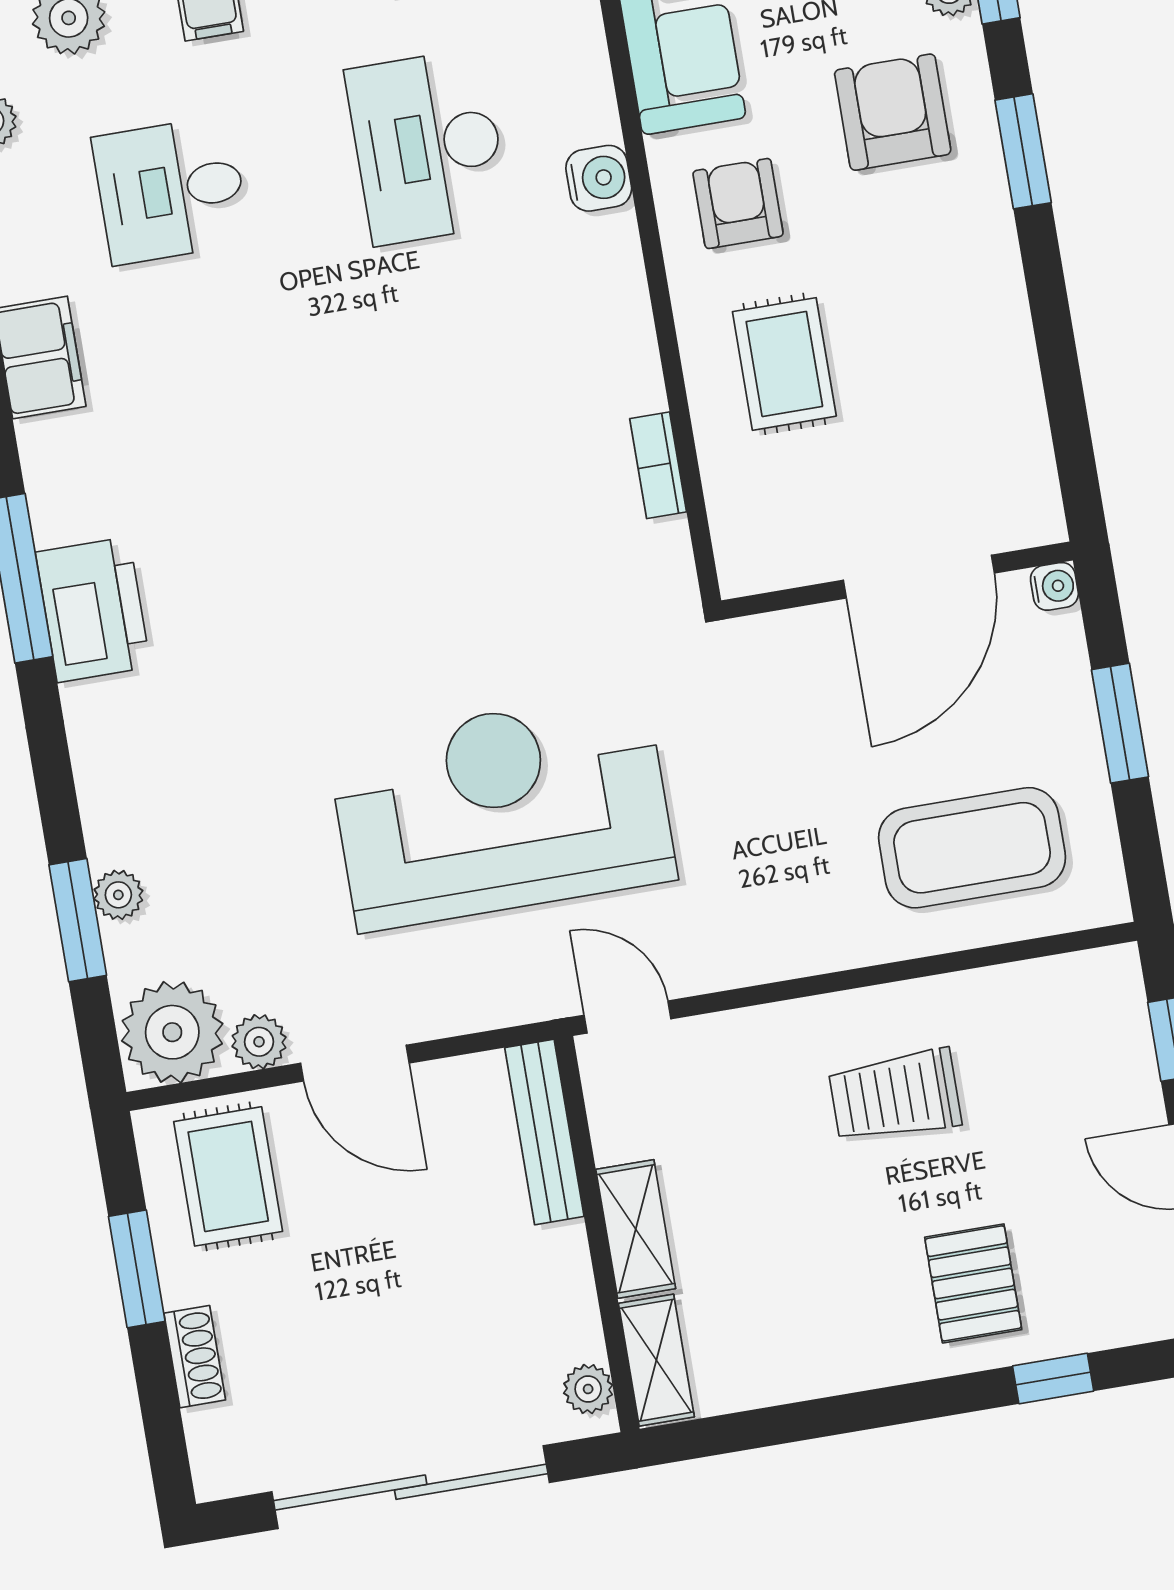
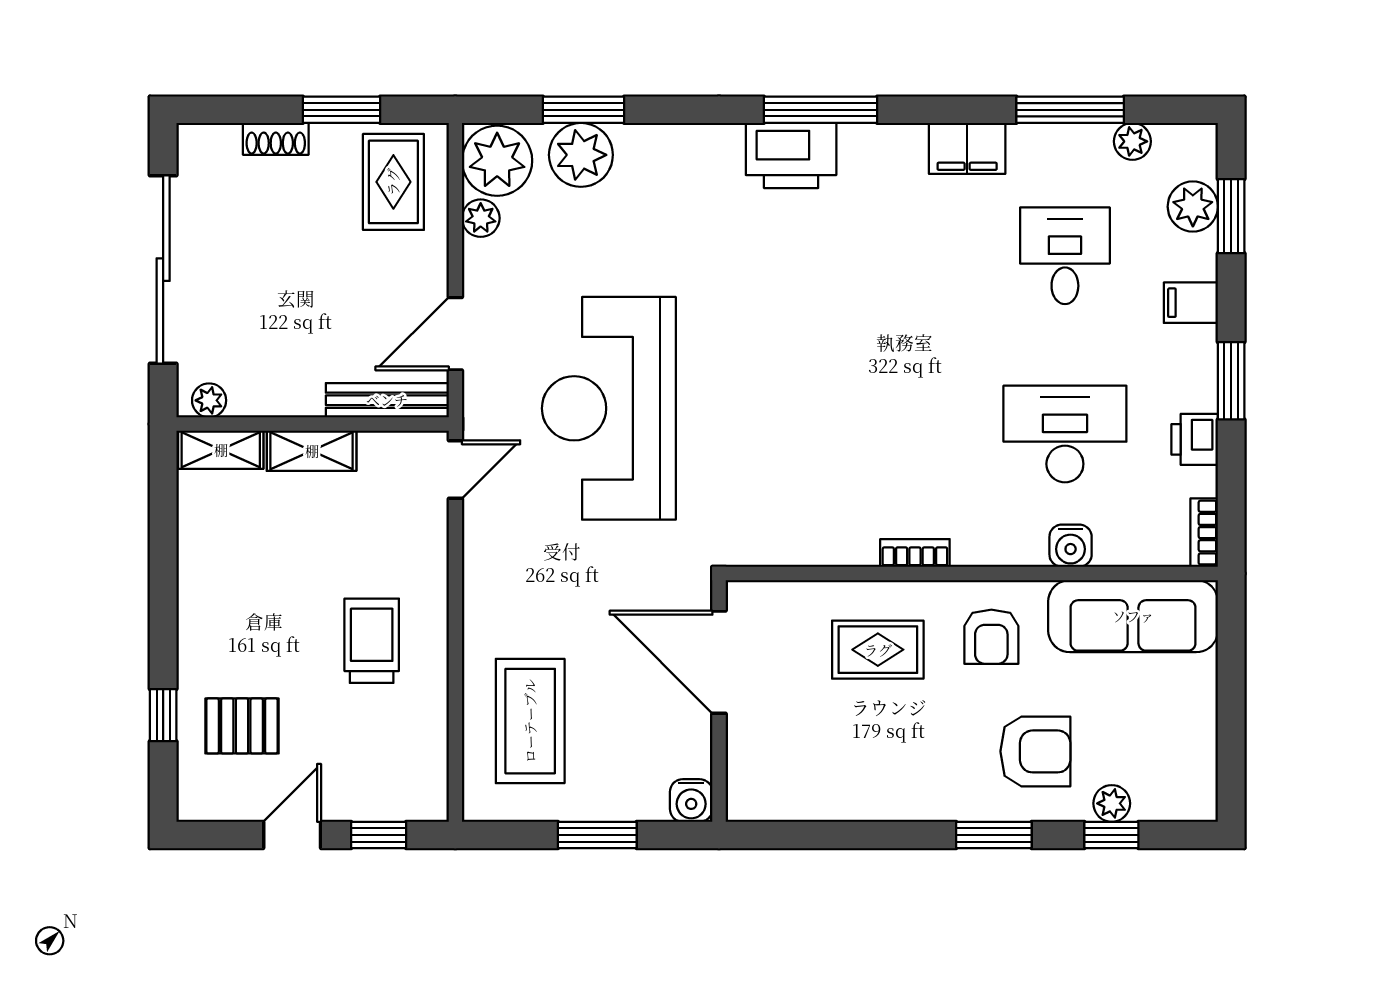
water cooler: (599, 178) -> (1071, 546), moved
armchair: (738, 203) -> (991, 637), turned 90
bookcase: (658, 465) -> (915, 553), moved
door: (919, 577) -> (719, 662), moved
water cooler: (1054, 586) -> (691, 800), width x1.38, depth x1.38
reception desk: (502, 811) -> (609, 408), turned 180
plant: (118, 895) -> (581, 155), width x1.87, depth x1.87
door: (355, 1063) -> (455, 334), moved
rug: (228, 1176) -> (393, 182), turned 90
pallet: (973, 1283) -> (242, 726), moved

